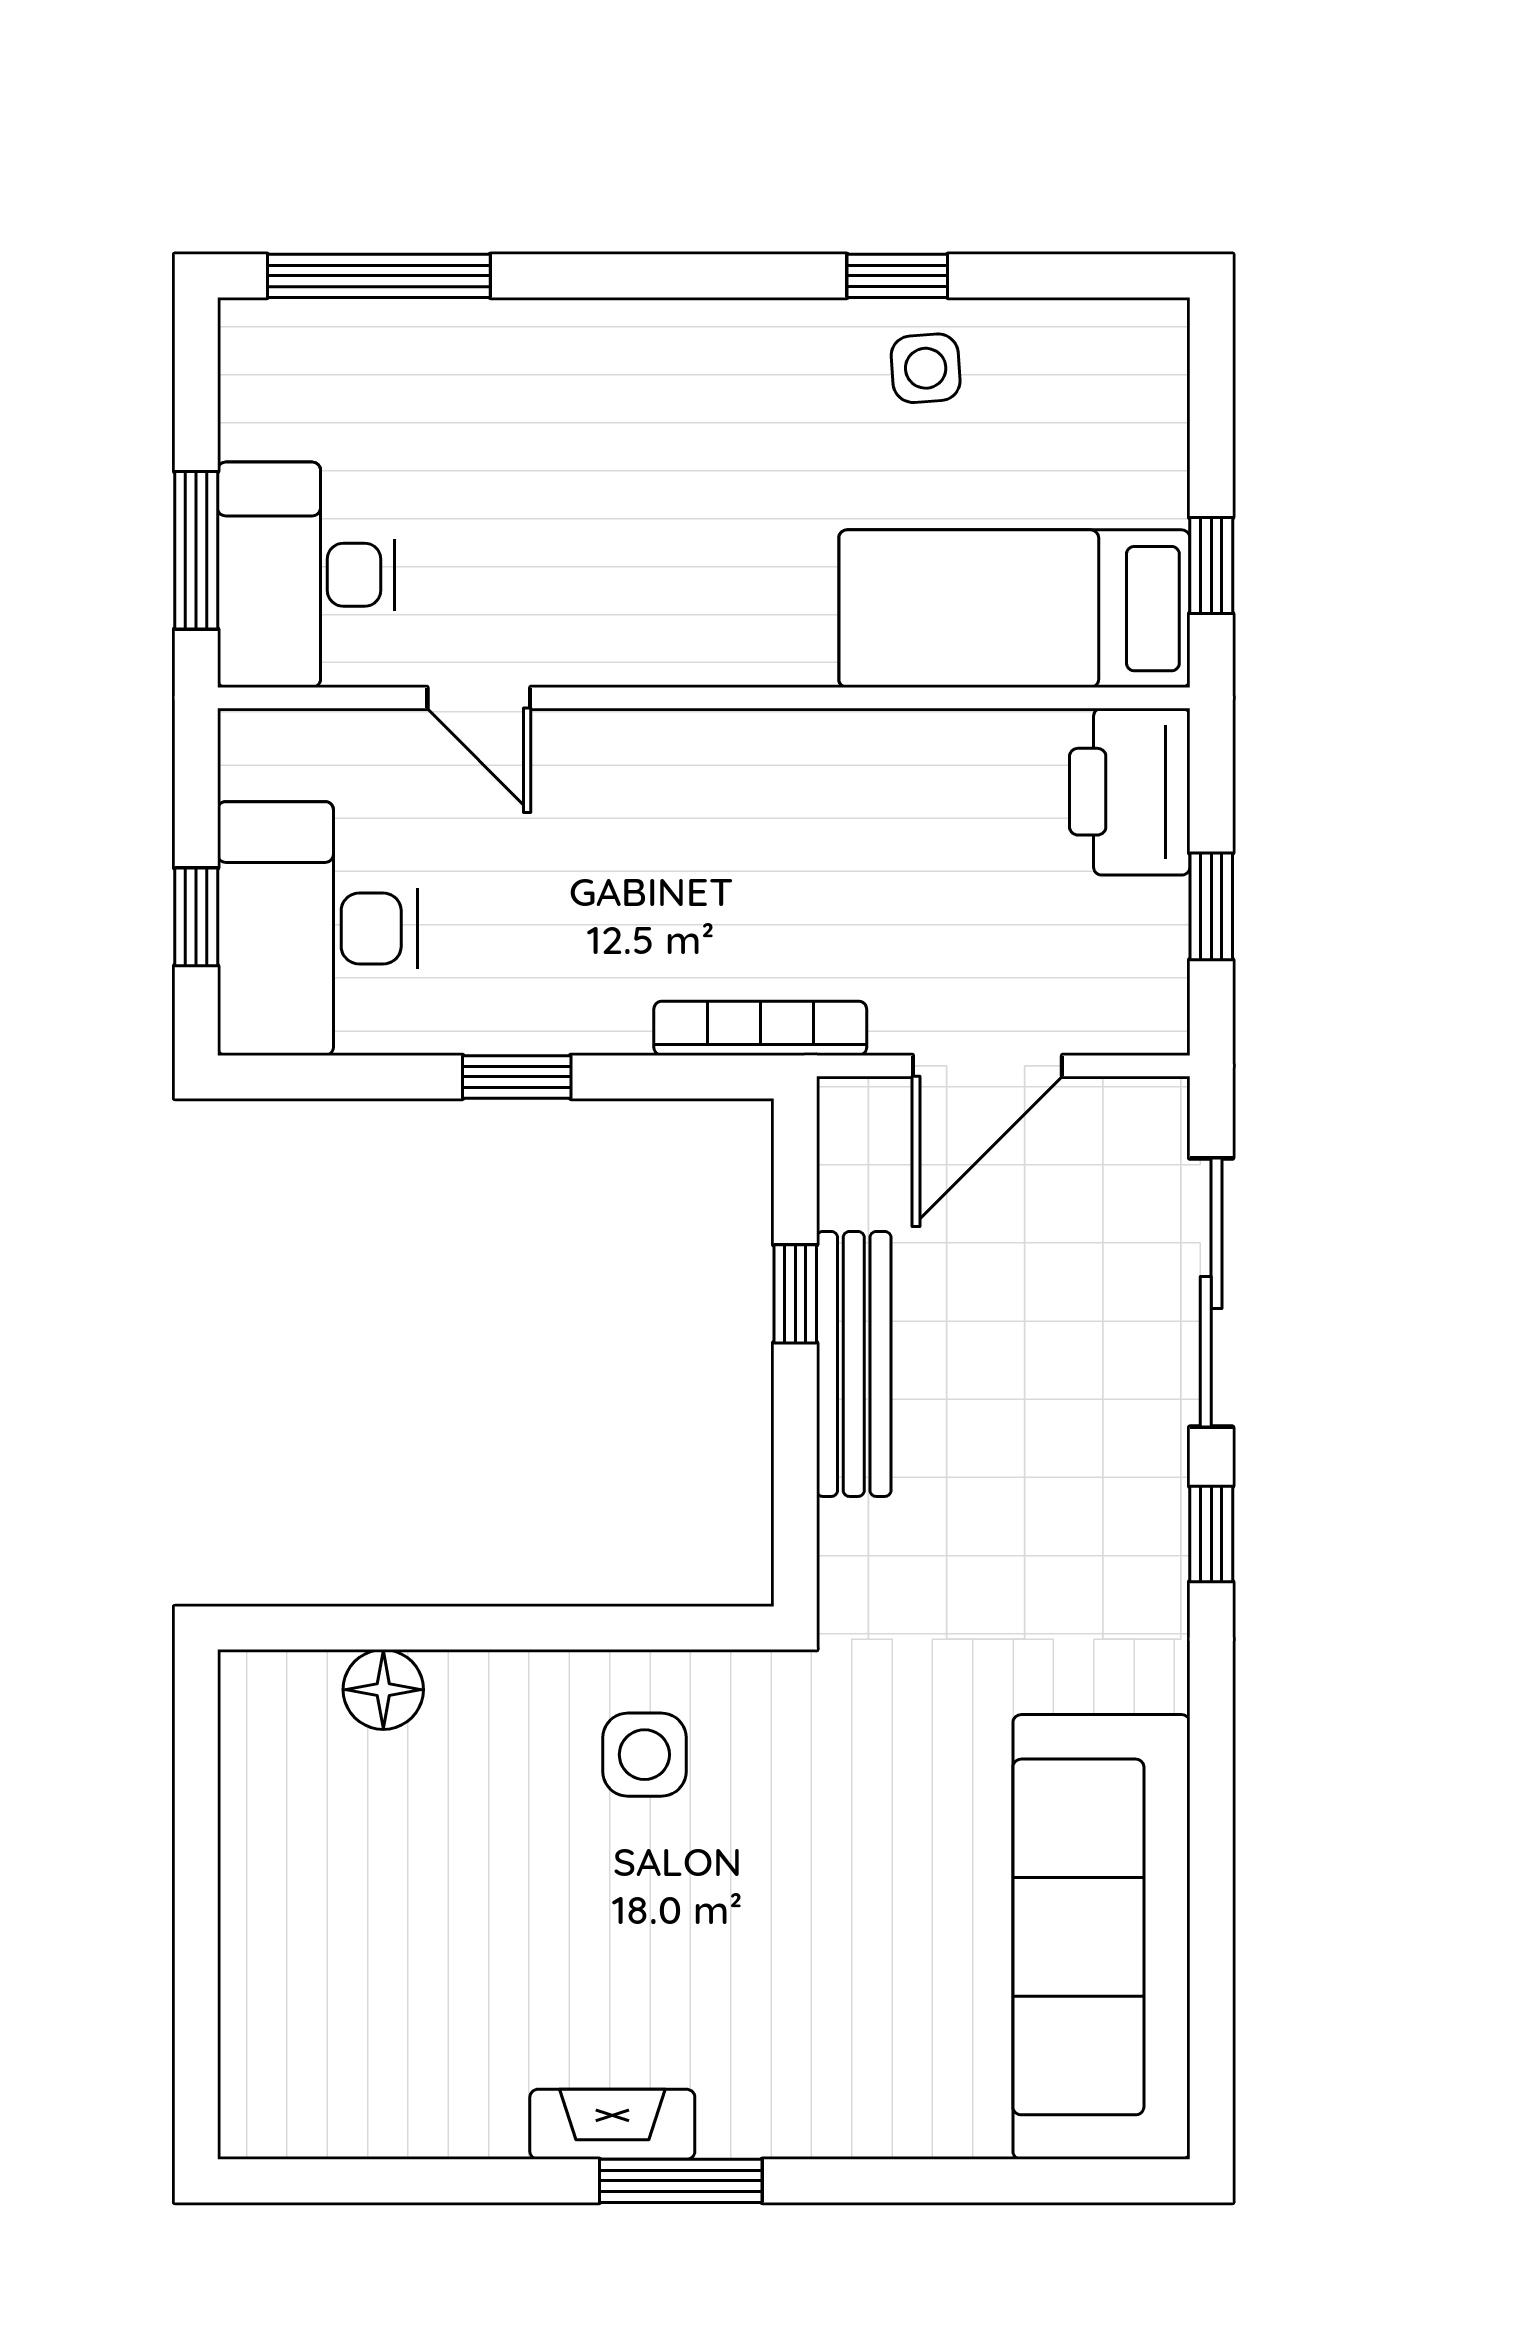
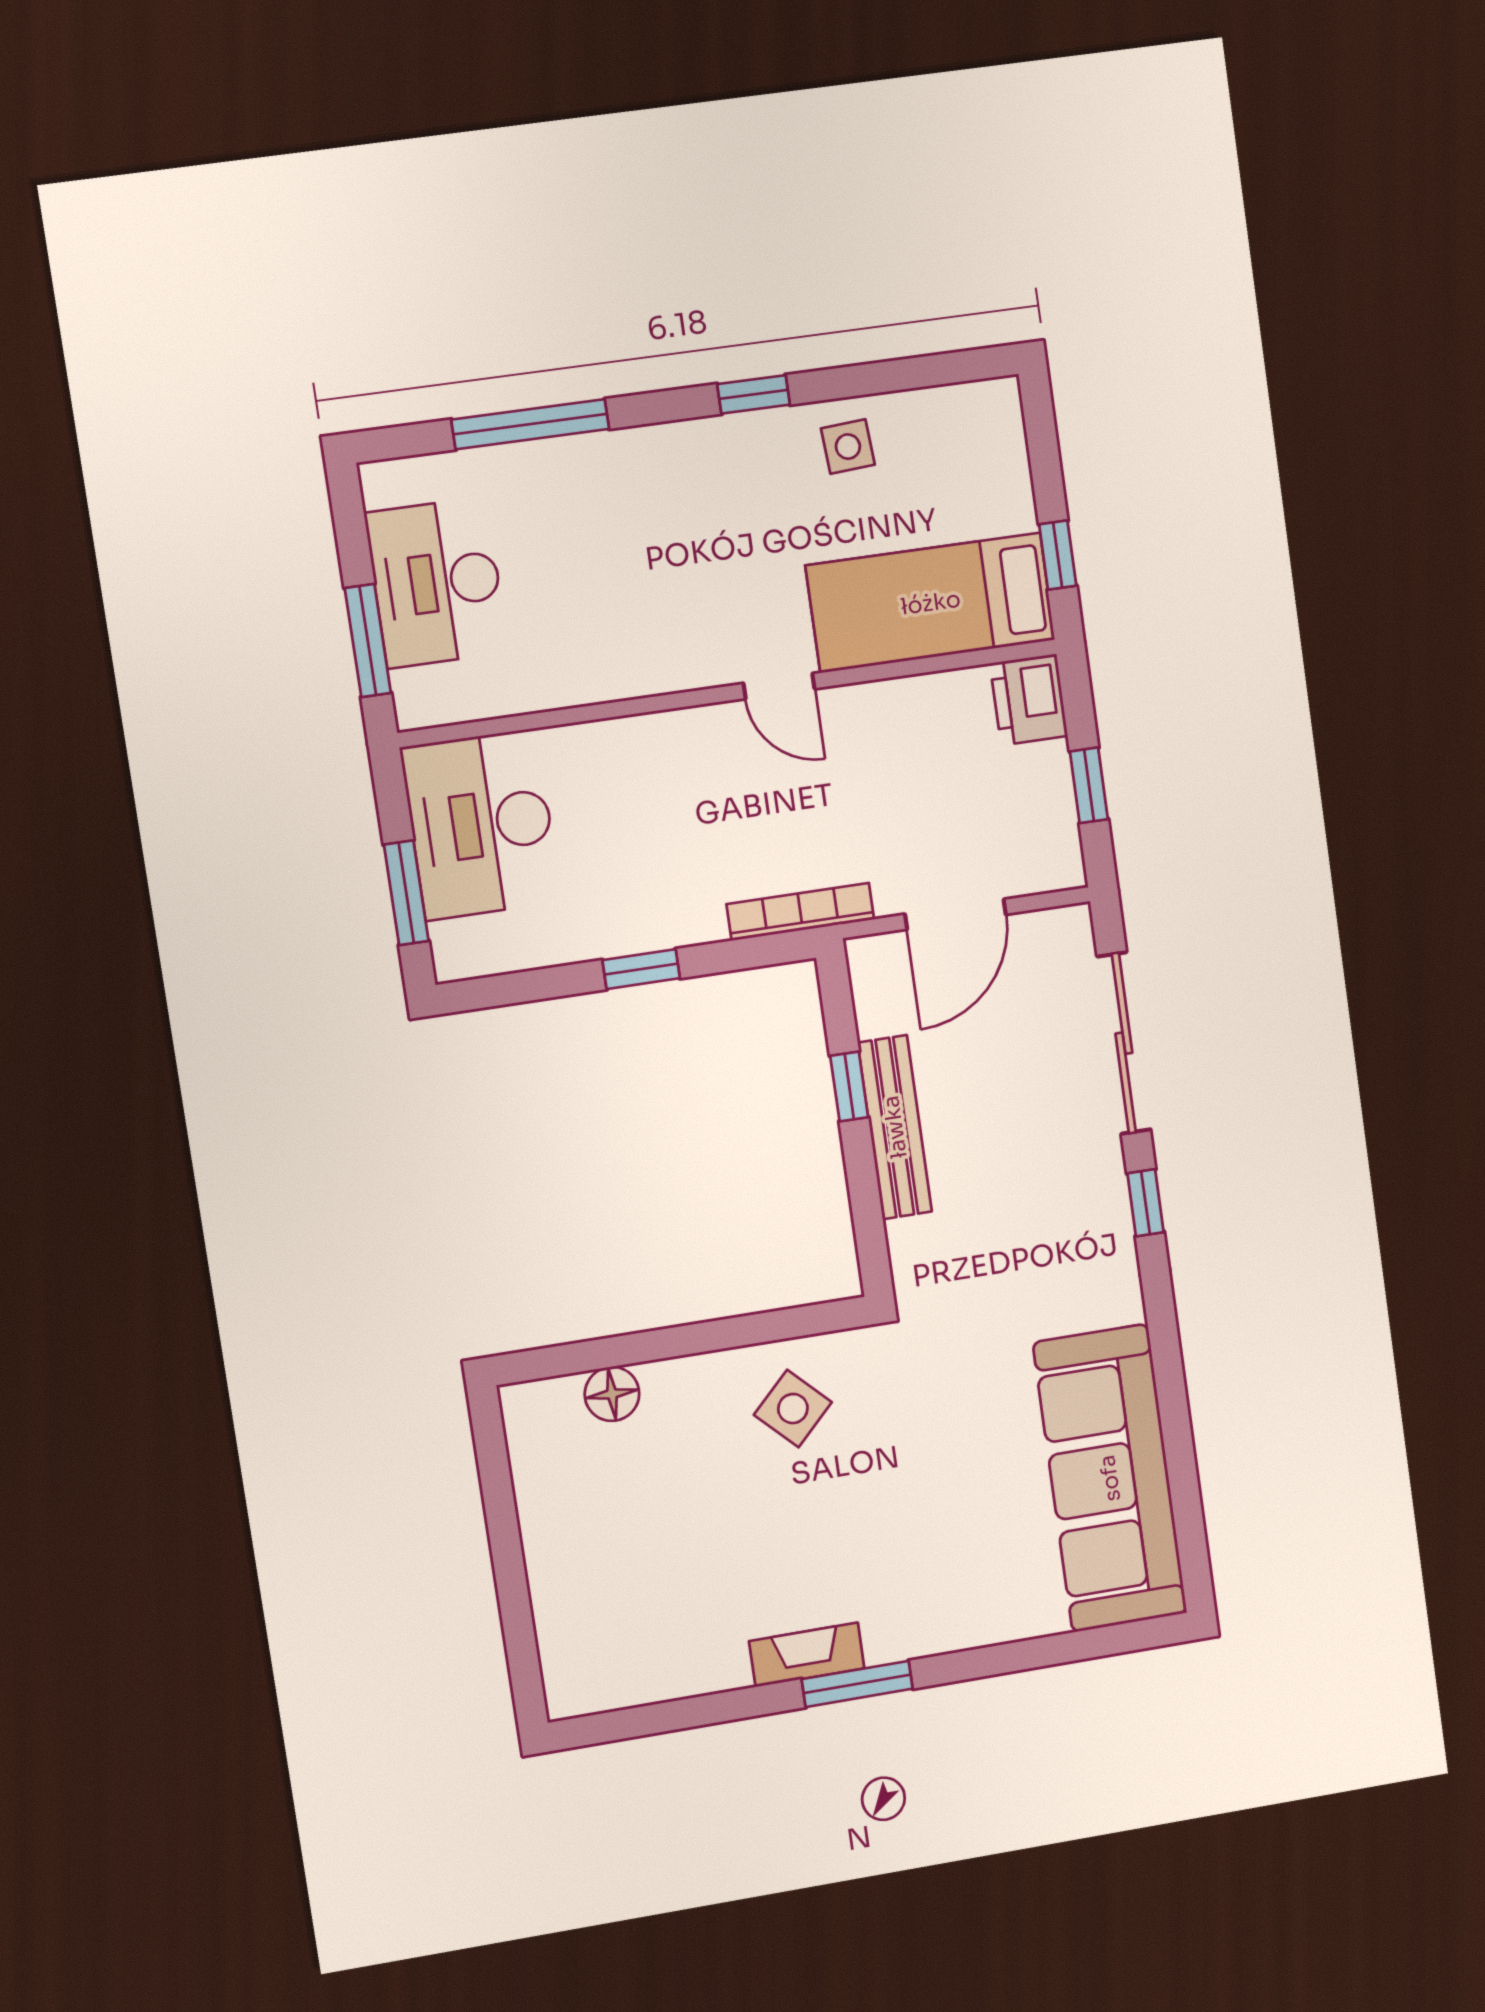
window: (379, 276) -> (530, 424), moved
window: (897, 276) -> (754, 394), moved
desk: (306, 575) -> (437, 583), moved
door: (479, 698) -> (779, 686), moved
printer: (1130, 792) -> (1029, 700), width x0.73, depth x0.84
window: (196, 917) -> (406, 893), width x1.50
desk: (317, 929) -> (481, 825), moved
side table: (644, 1755) -> (793, 1409), turned 45

